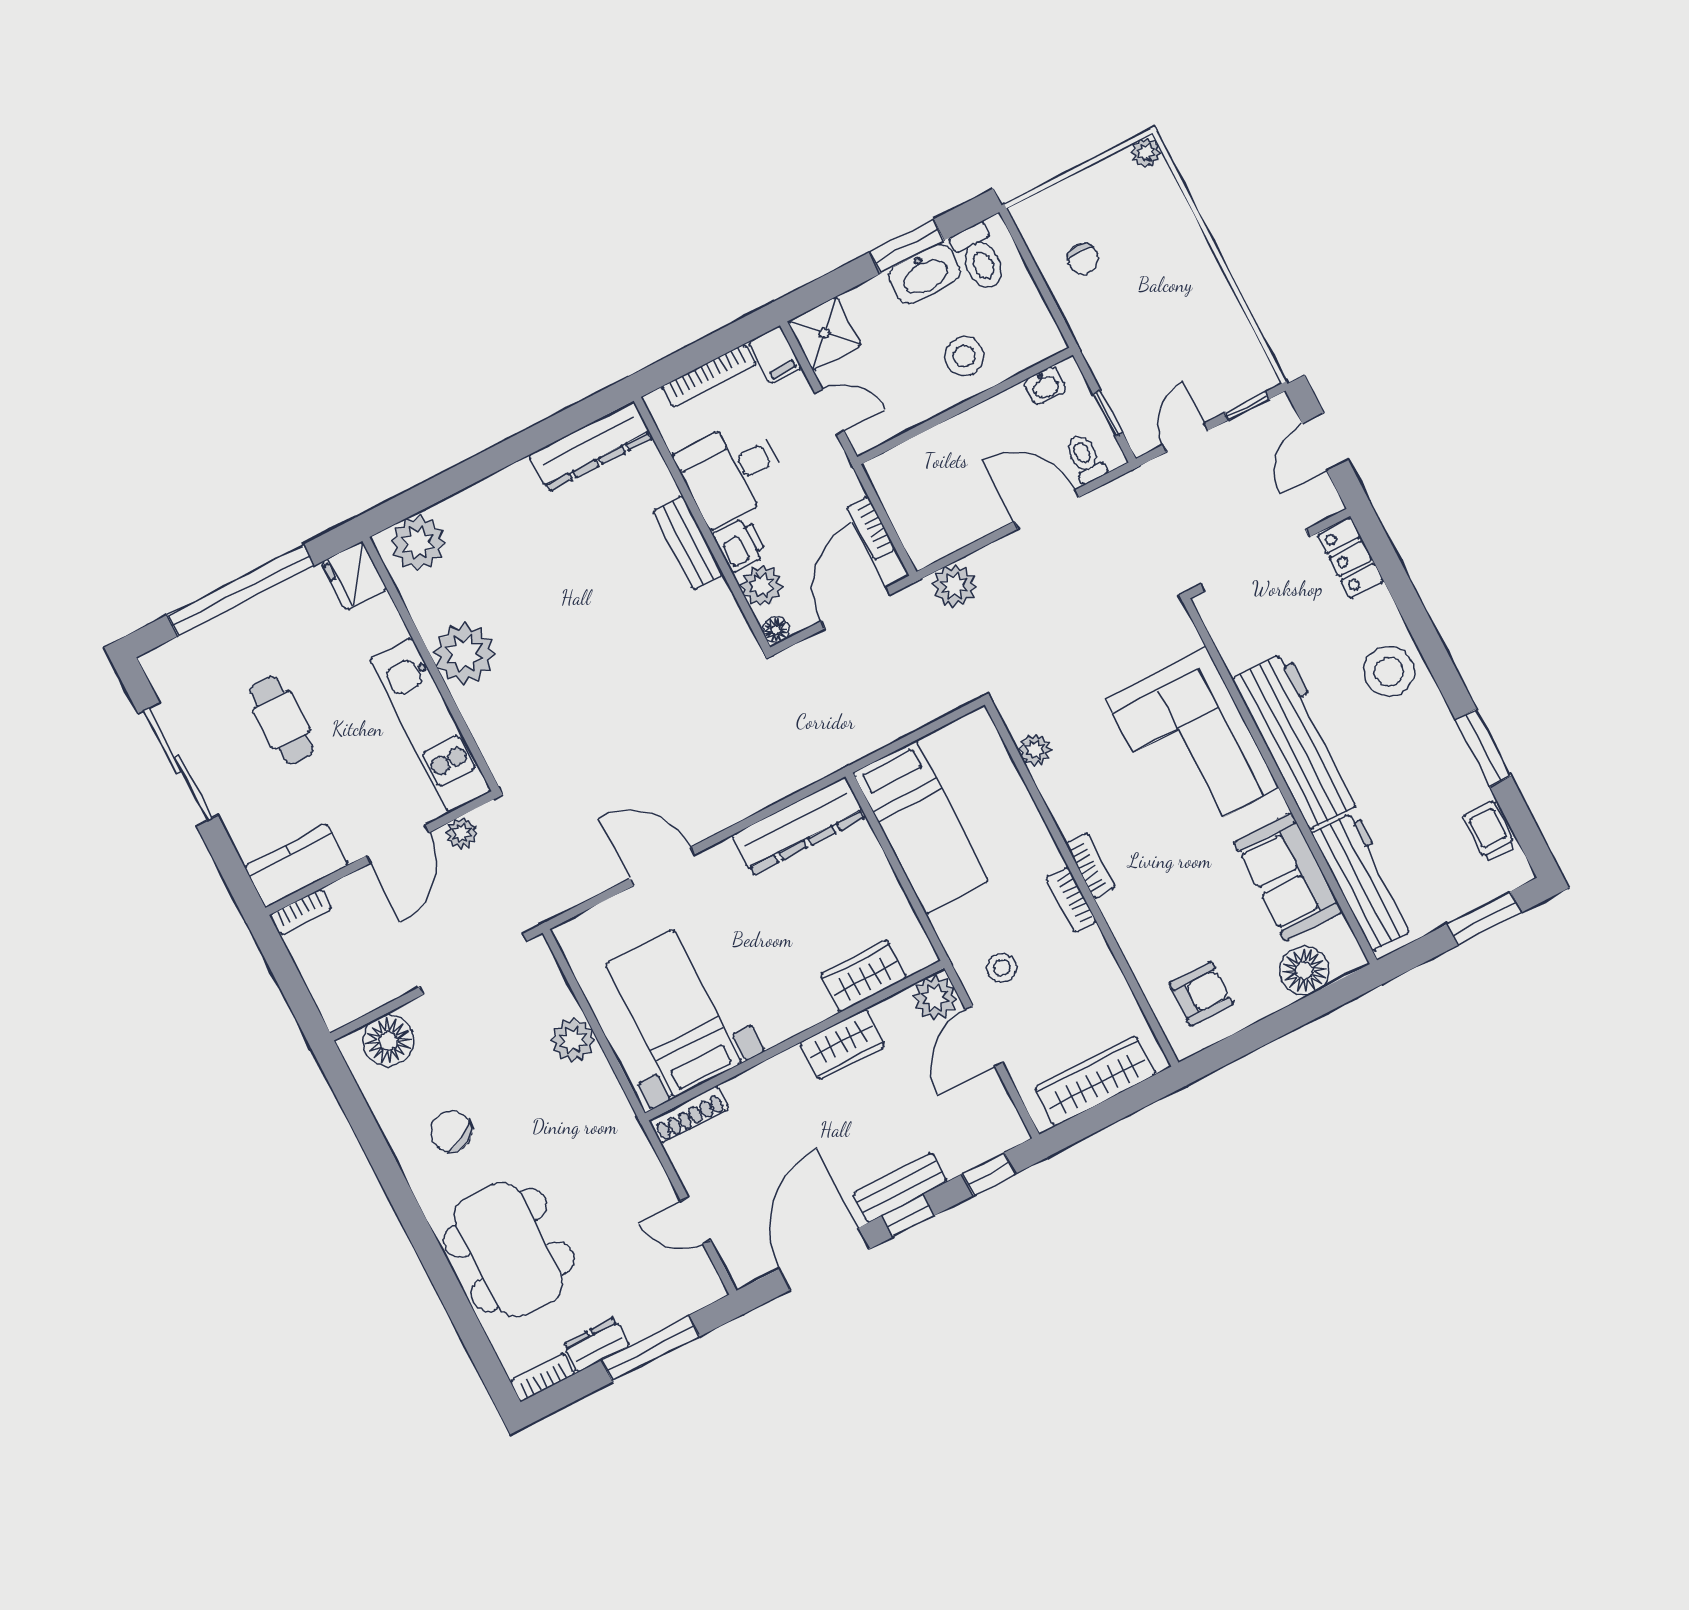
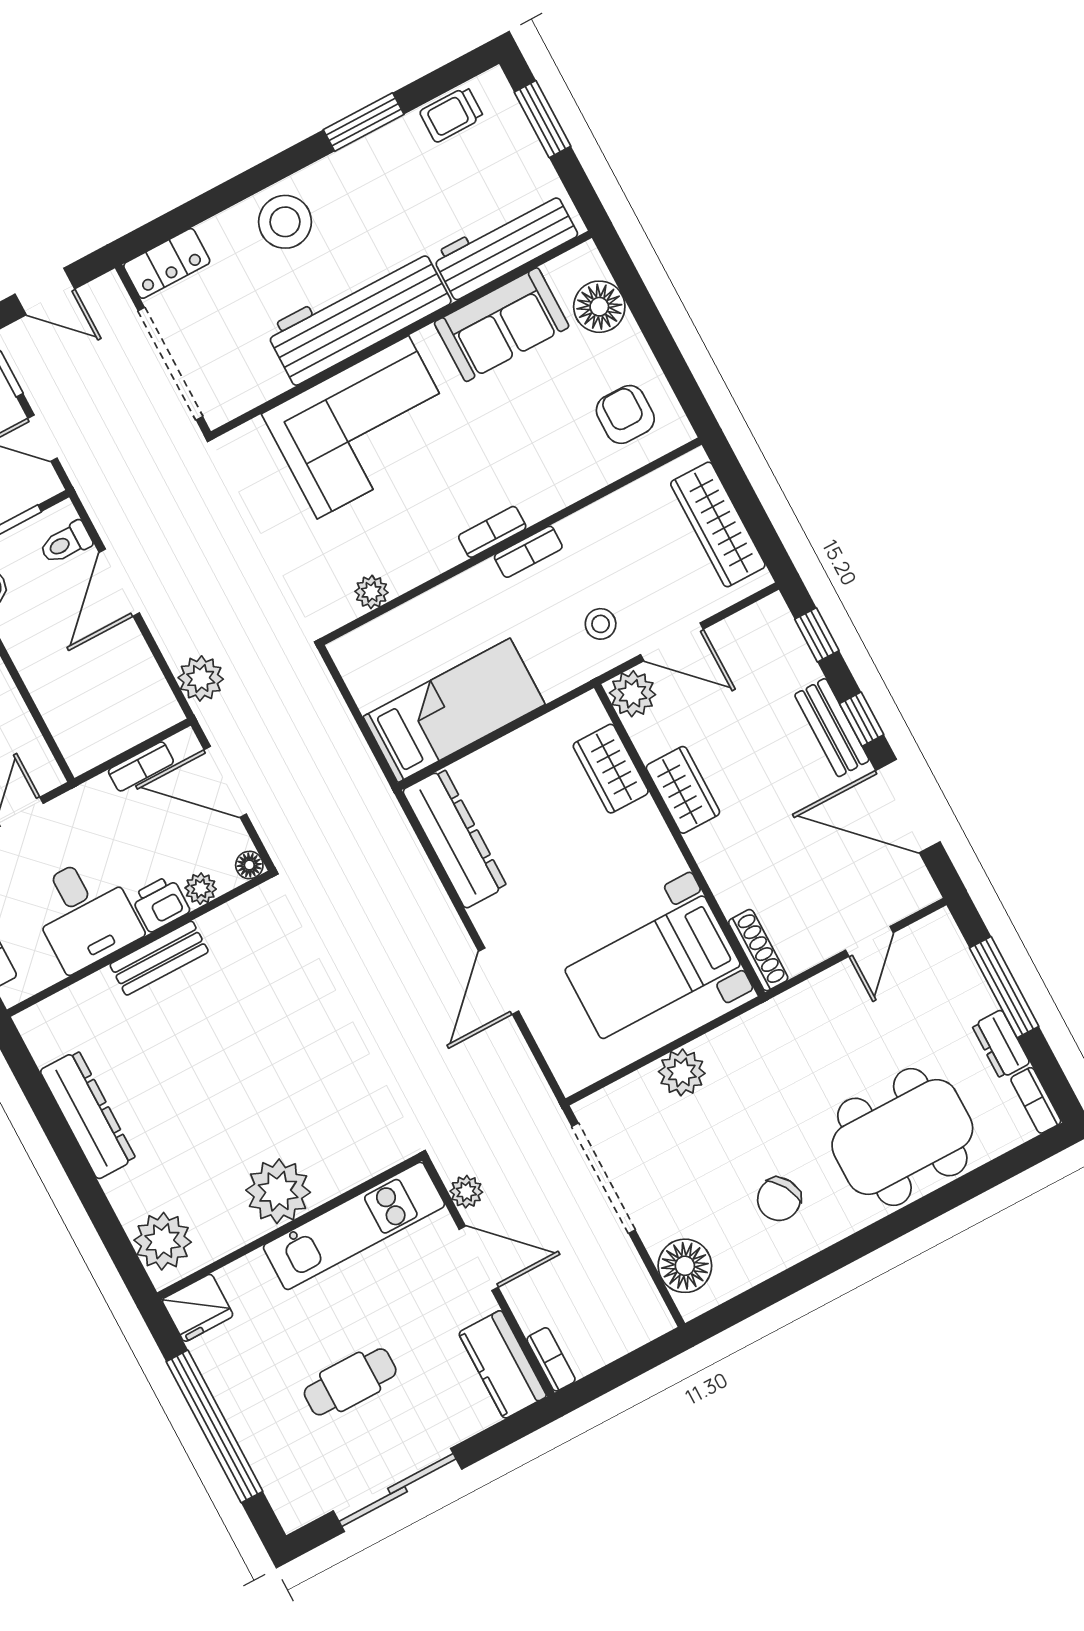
dresser: (591, 446) -> (88, 1115), moved
plant: (762, 586) -> (201, 889), width x0.73, depth x0.73

